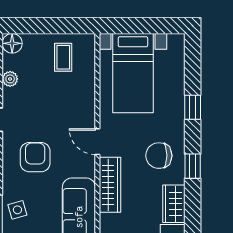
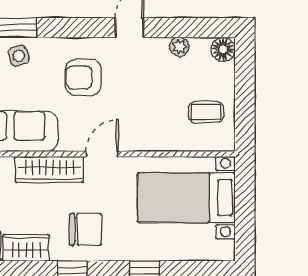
chair: (159, 156) -> (85, 229), turned 90
armchair: (35, 157) -> (83, 78), turned 180

